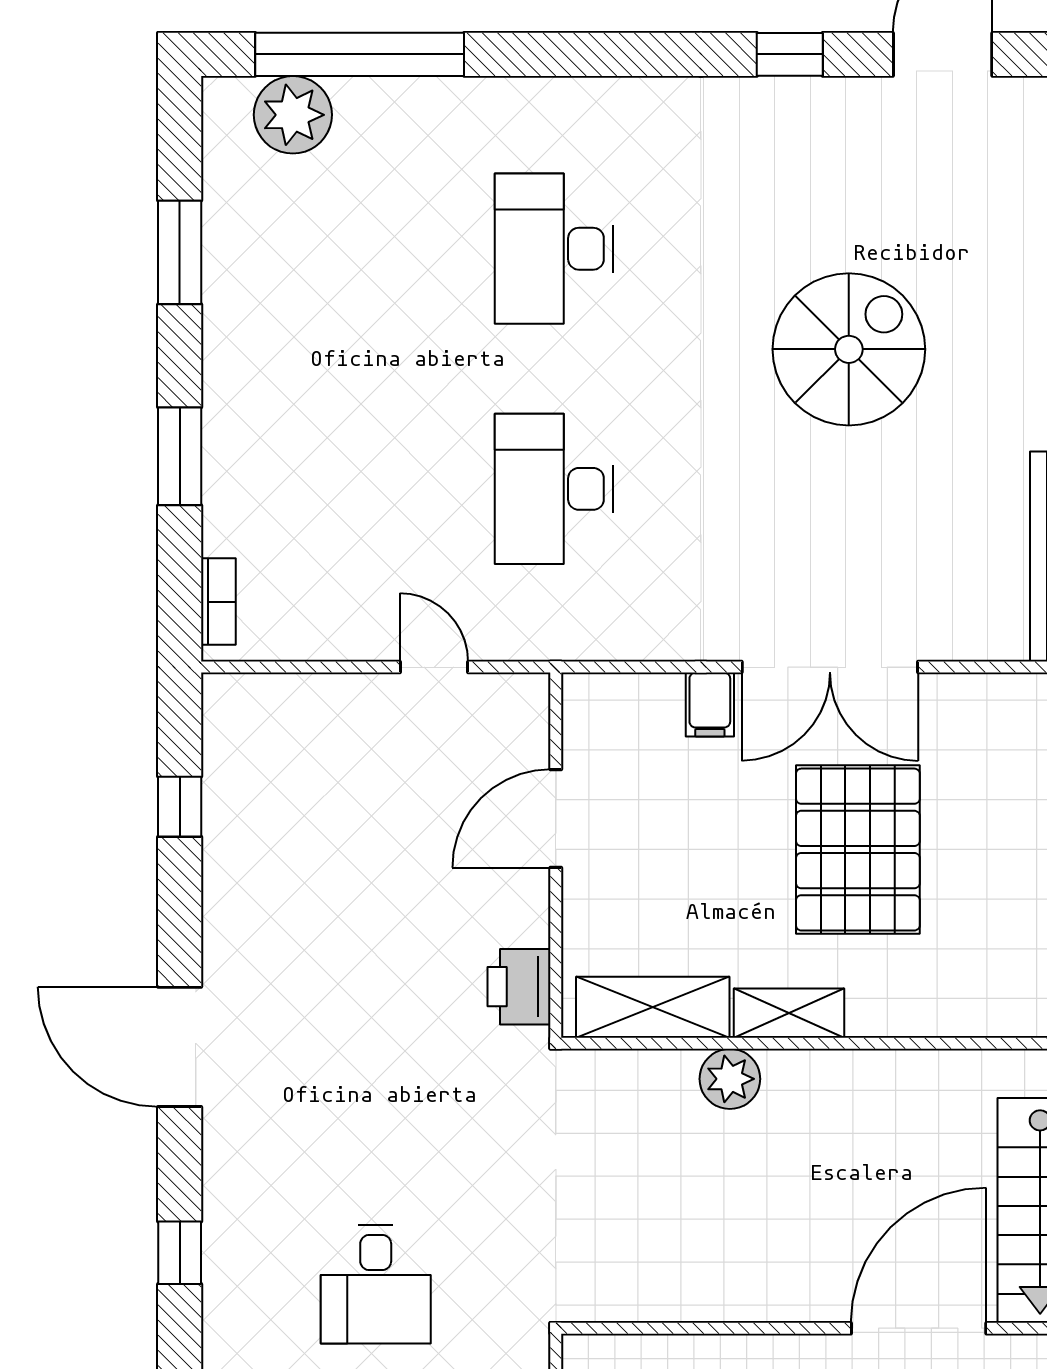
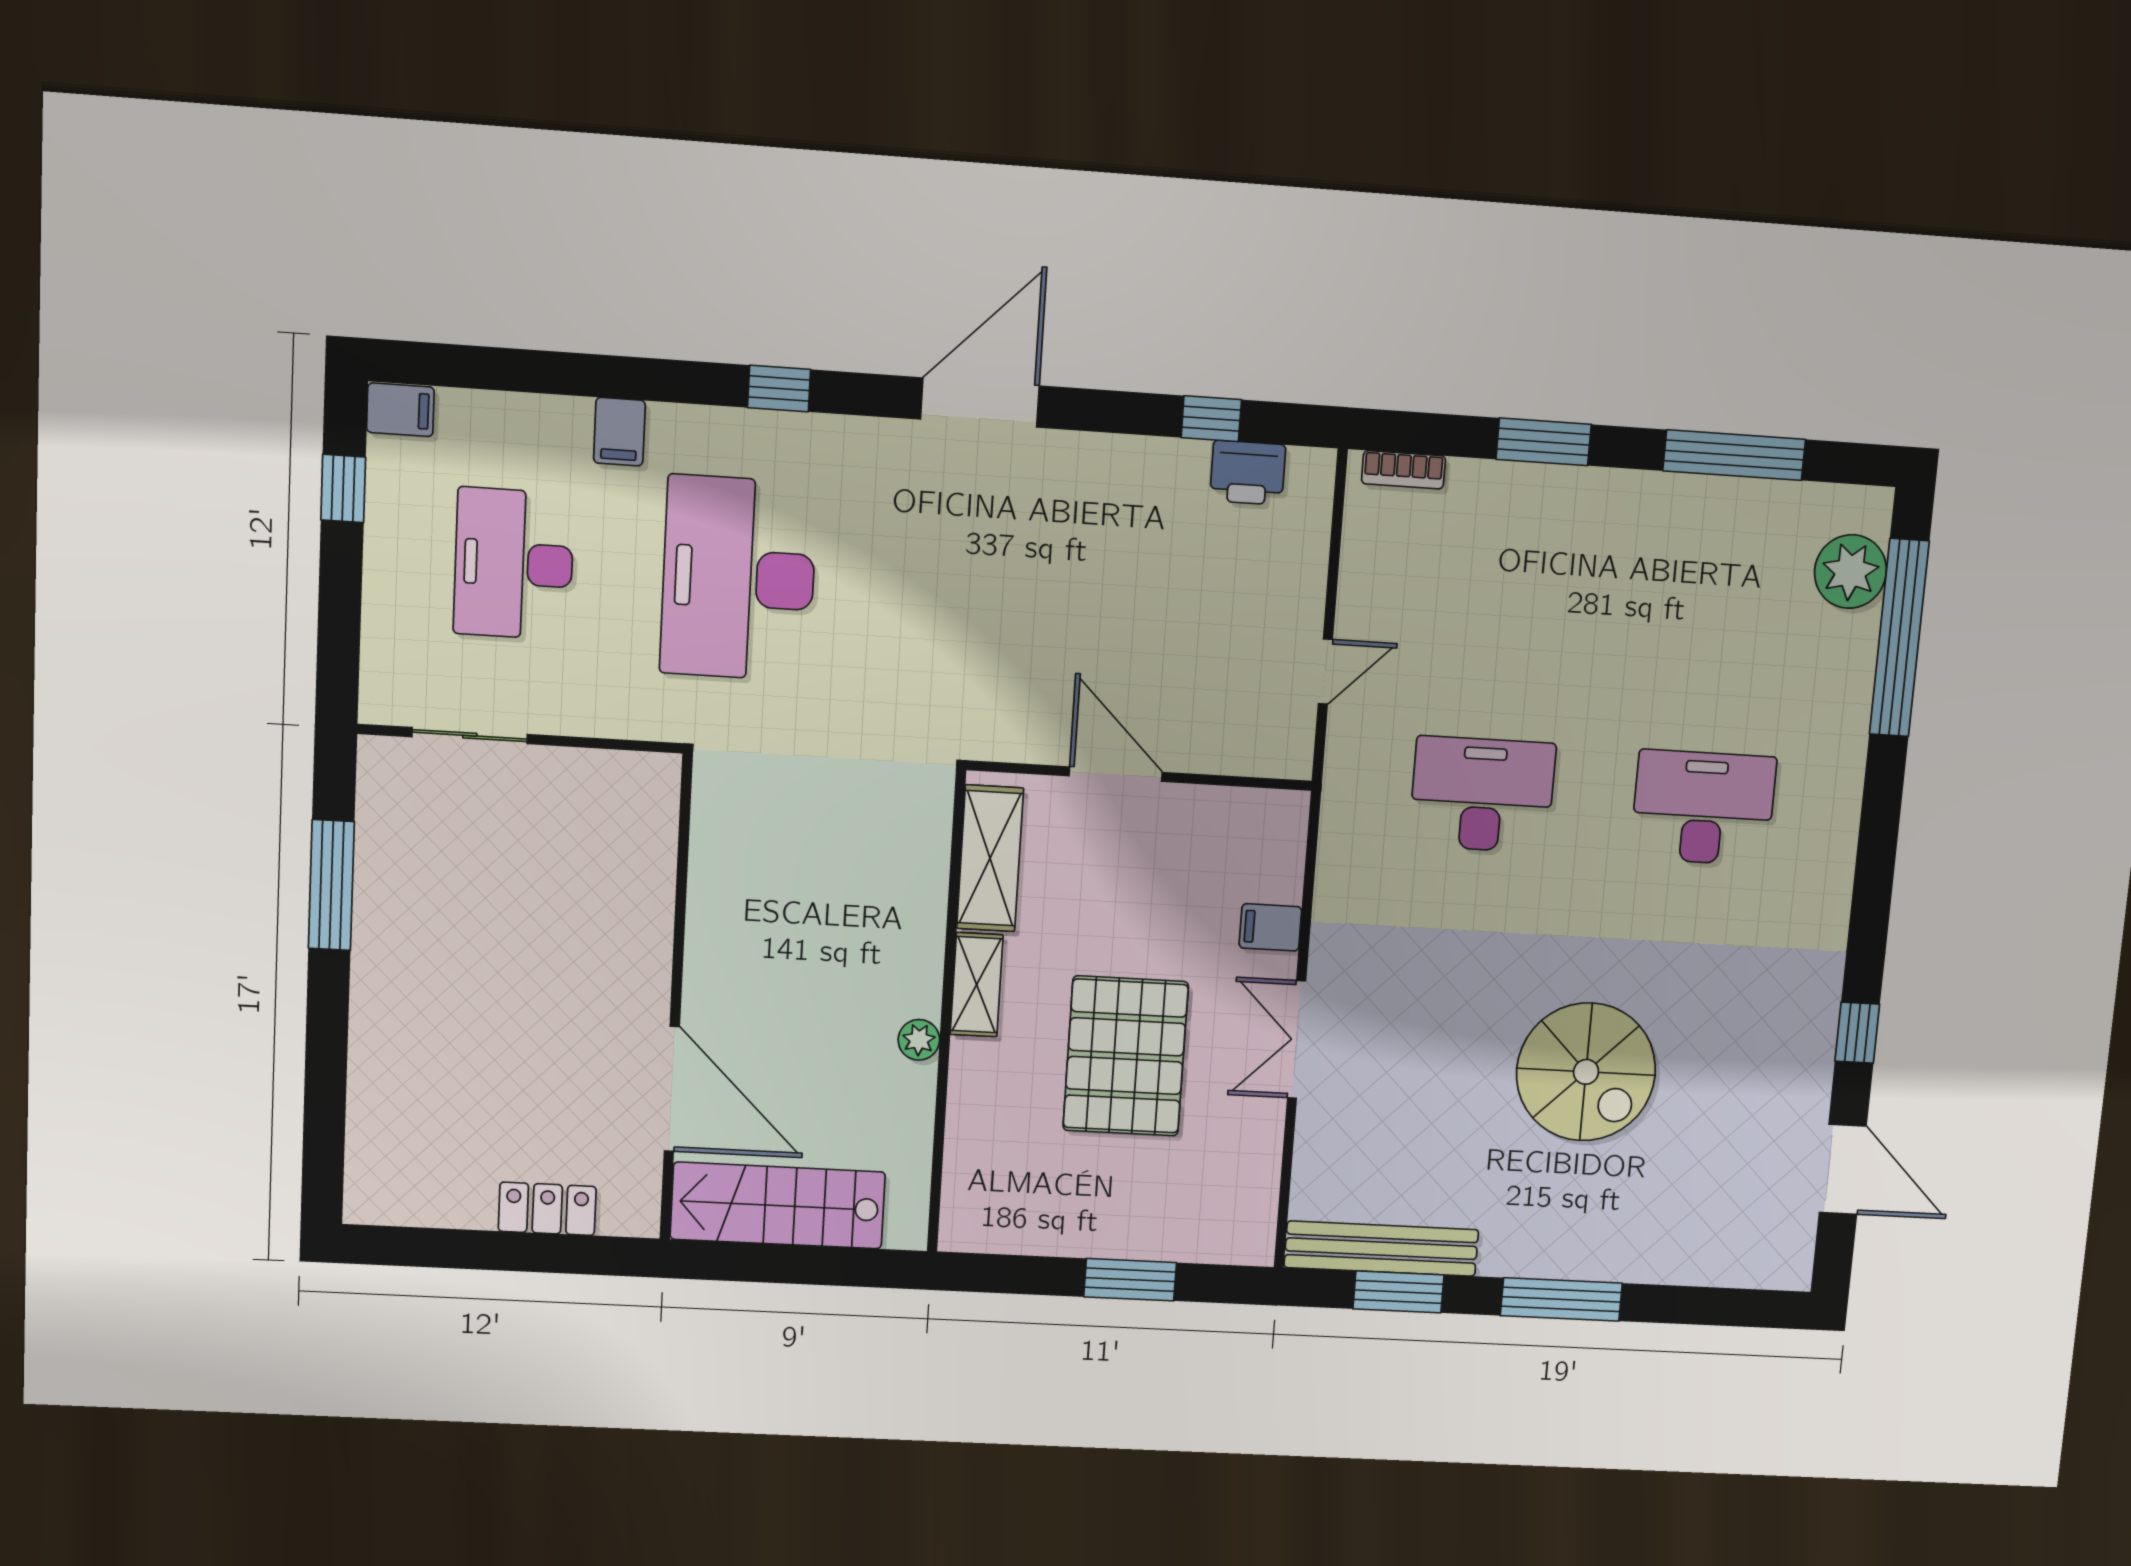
window: (180, 252) -> (1734, 455), width x1.44
double door: (830, 667) -> (1297, 1039), width x0.73
door: (556, 818) -> (1116, 774), moved
pallet: (858, 850) -> (1126, 1056), turned 90
printer: (519, 987) -> (1248, 473), moved, turned 180
plant: (730, 1079) -> (919, 1040), moved, width x0.73, depth x0.73
desk: (376, 1284) -> (739, 578), width x1.87, depth x1.30

